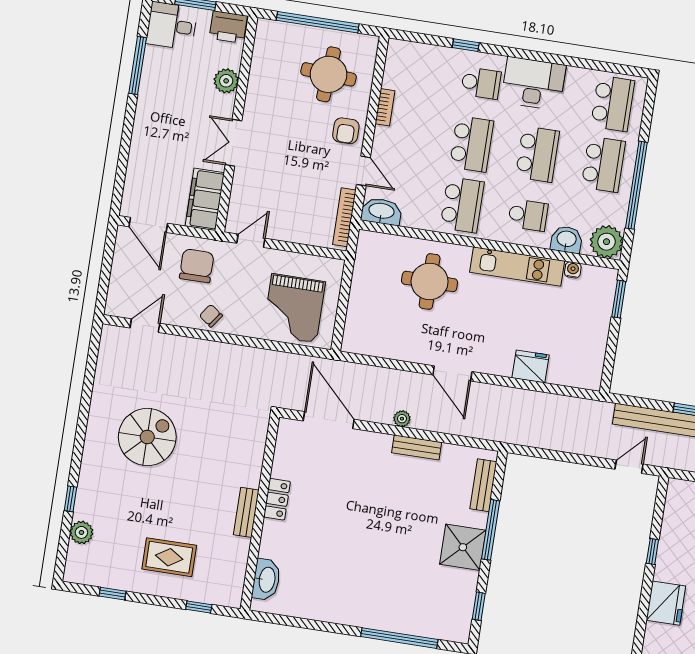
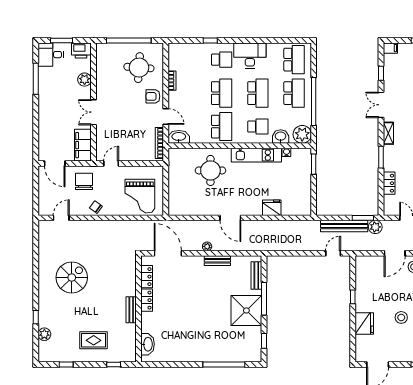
armchair: (346, 131) -> (153, 96), turned 90
locker: (284, 456) -> (147, 277), added
shower: (463, 547) -> (246, 310), width x1.37, depth x1.37

